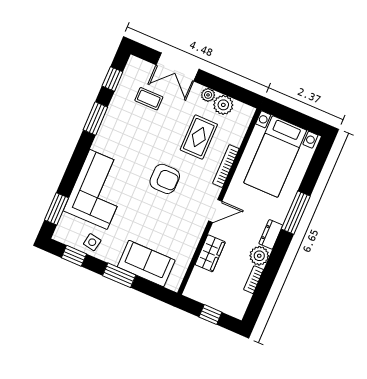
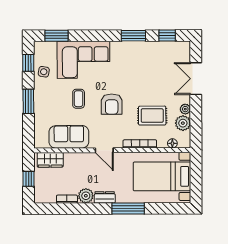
coffee table: (149, 99) -> (79, 99), moved
floor lamp: (242, 127) -> (172, 143), added
wardrobe: (210, 253) -> (50, 160), moved
sofa: (146, 264) -> (69, 137), moved, turned -90

